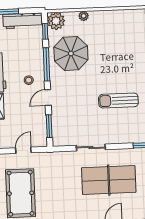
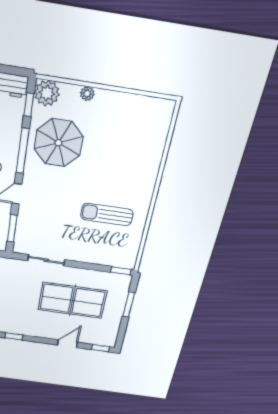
sliding door: (91, 147) -> (46, 260), moved

